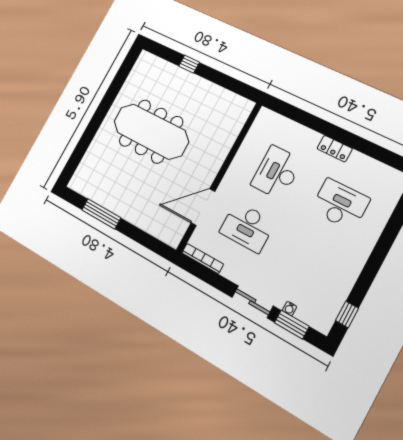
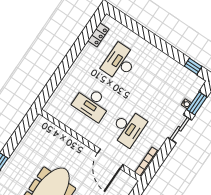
locker: (335, 149) -> (98, 35), moved

